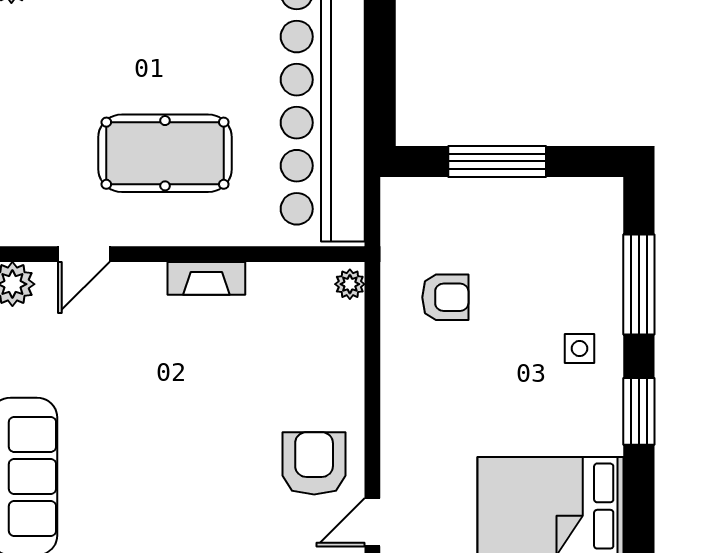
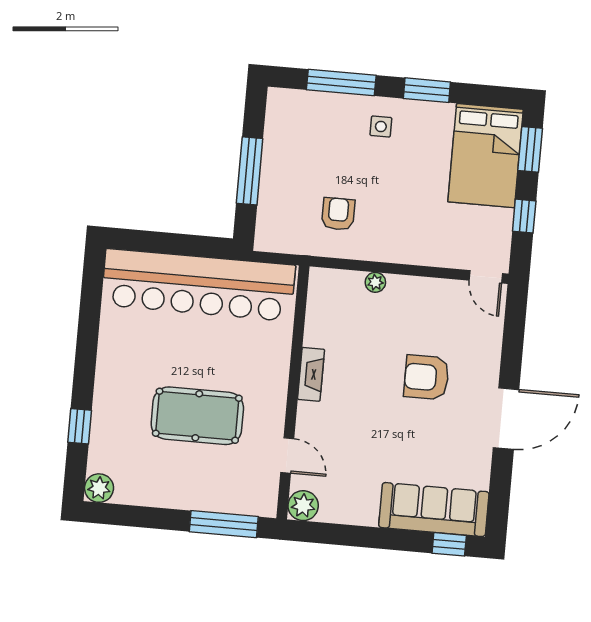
pool table: (165, 153) -> (197, 416), moved, turned 90
plant: (350, 284) -> (375, 282), moved
armchair: (314, 463) -> (426, 377), moved

